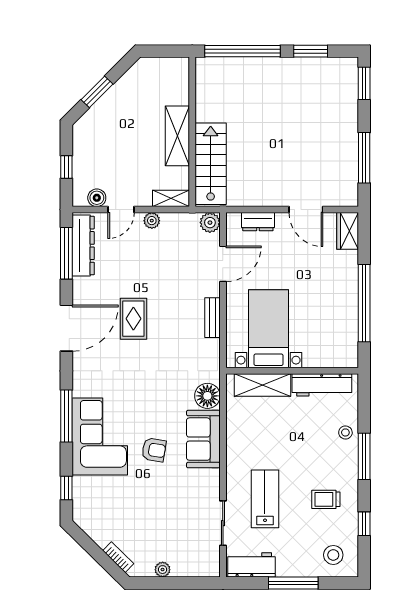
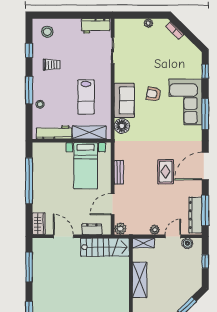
stairs: (211, 164) -> (105, 247), moved, turned -90
lab bench: (265, 499) -> (86, 97), moved
window: (293, 583) -> (71, 15), removed

